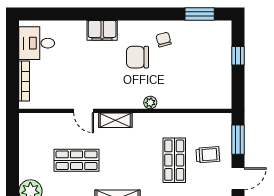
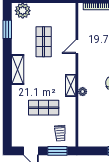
shelving: (115, 120) -> (71, 85), moved
trolley: (208, 155) -> (60, 133), moved

